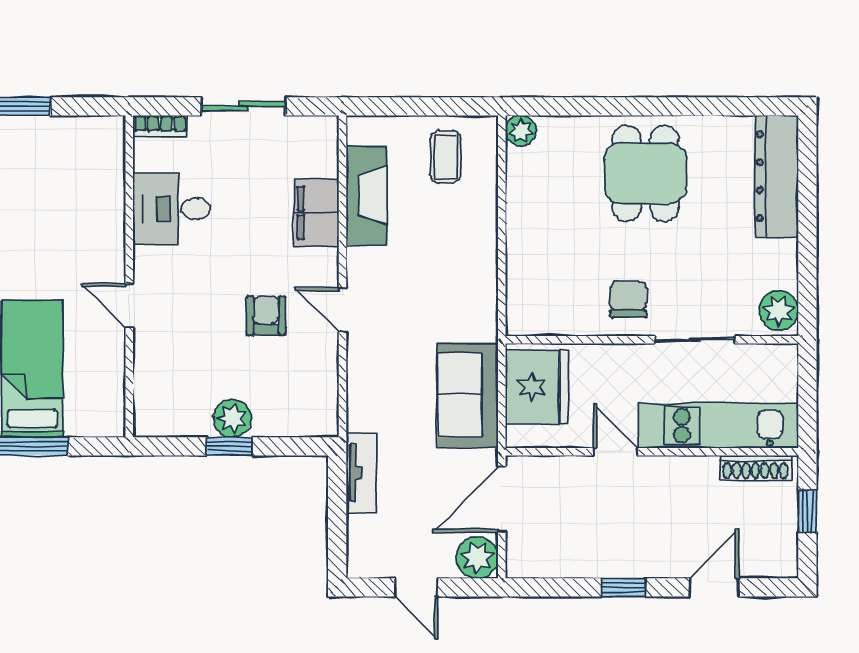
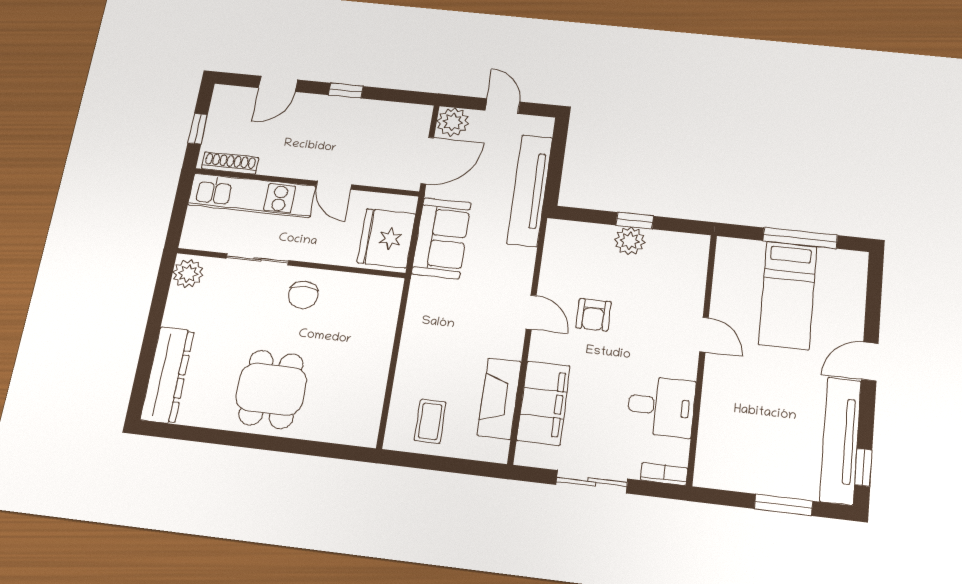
plant: (521, 131) -> (366, 435), removed
filing cabinet: (317, 213) -> (543, 403), width x1.50, depth x1.17
tv unit: (361, 473) -> (530, 190), width x1.92, depth x1.29

